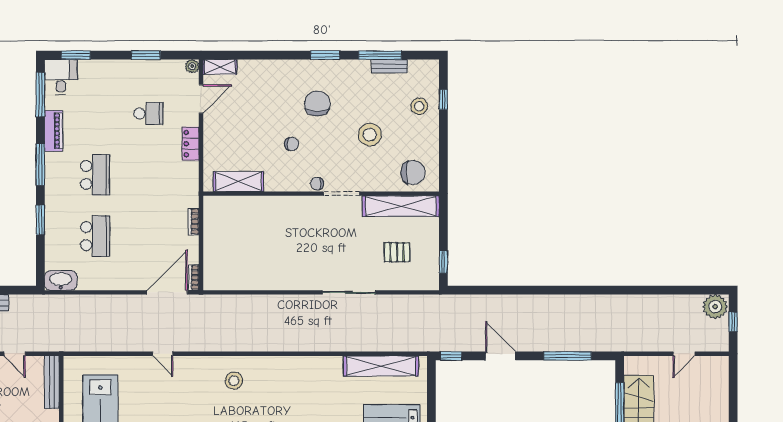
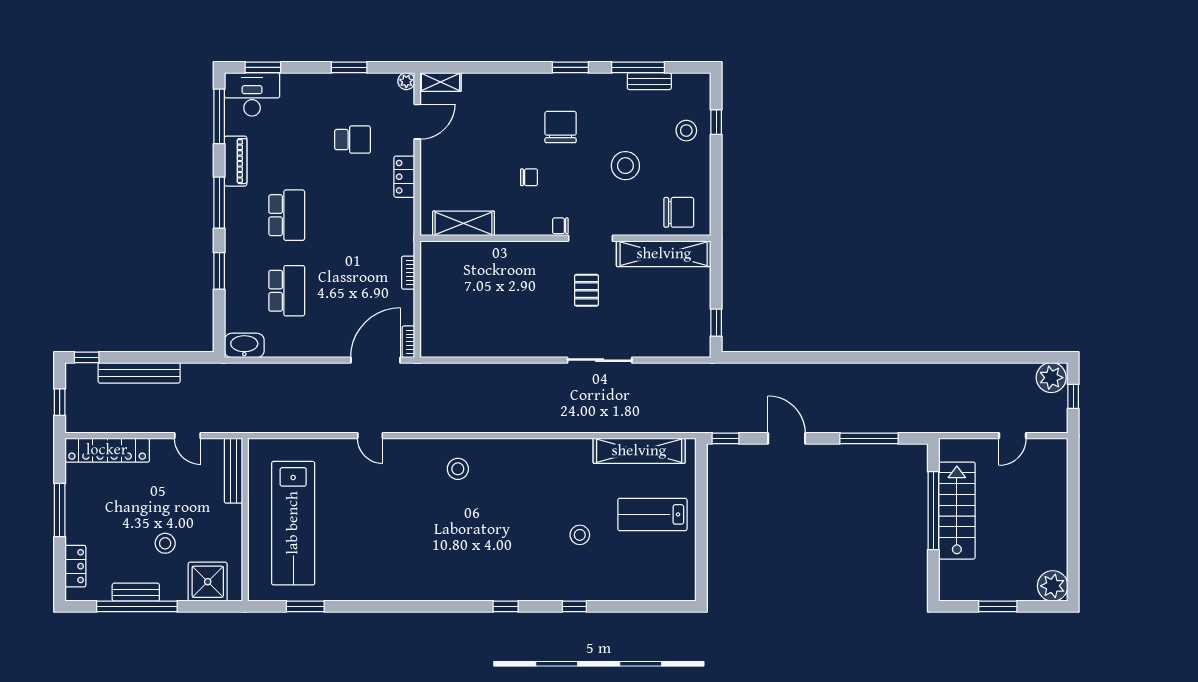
desk: (61, 77) -> (252, 94), width x1.37
pallet: (397, 252) -> (587, 290), moved, turned 90

